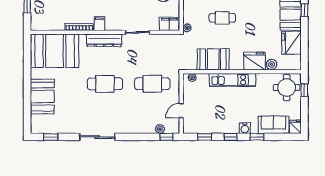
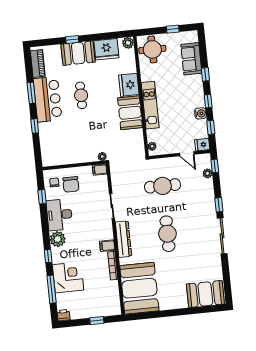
cafe table: (222, 18) -> (81, 95), moved
filing cabinet: (169, 24) -> (100, 170), width x0.50
booth: (213, 59) -> (130, 113), moved
plant: (272, 64) -> (128, 43), moved
cafe table: (152, 84) -> (163, 186), turned 90
window: (304, 90) -> (173, 29), moved
booth: (42, 96) -> (205, 294), moved
fridge: (295, 127) -> (202, 145), moved
water cooler: (245, 128) -> (200, 113), moved
window: (51, 137) -> (219, 205), moved

